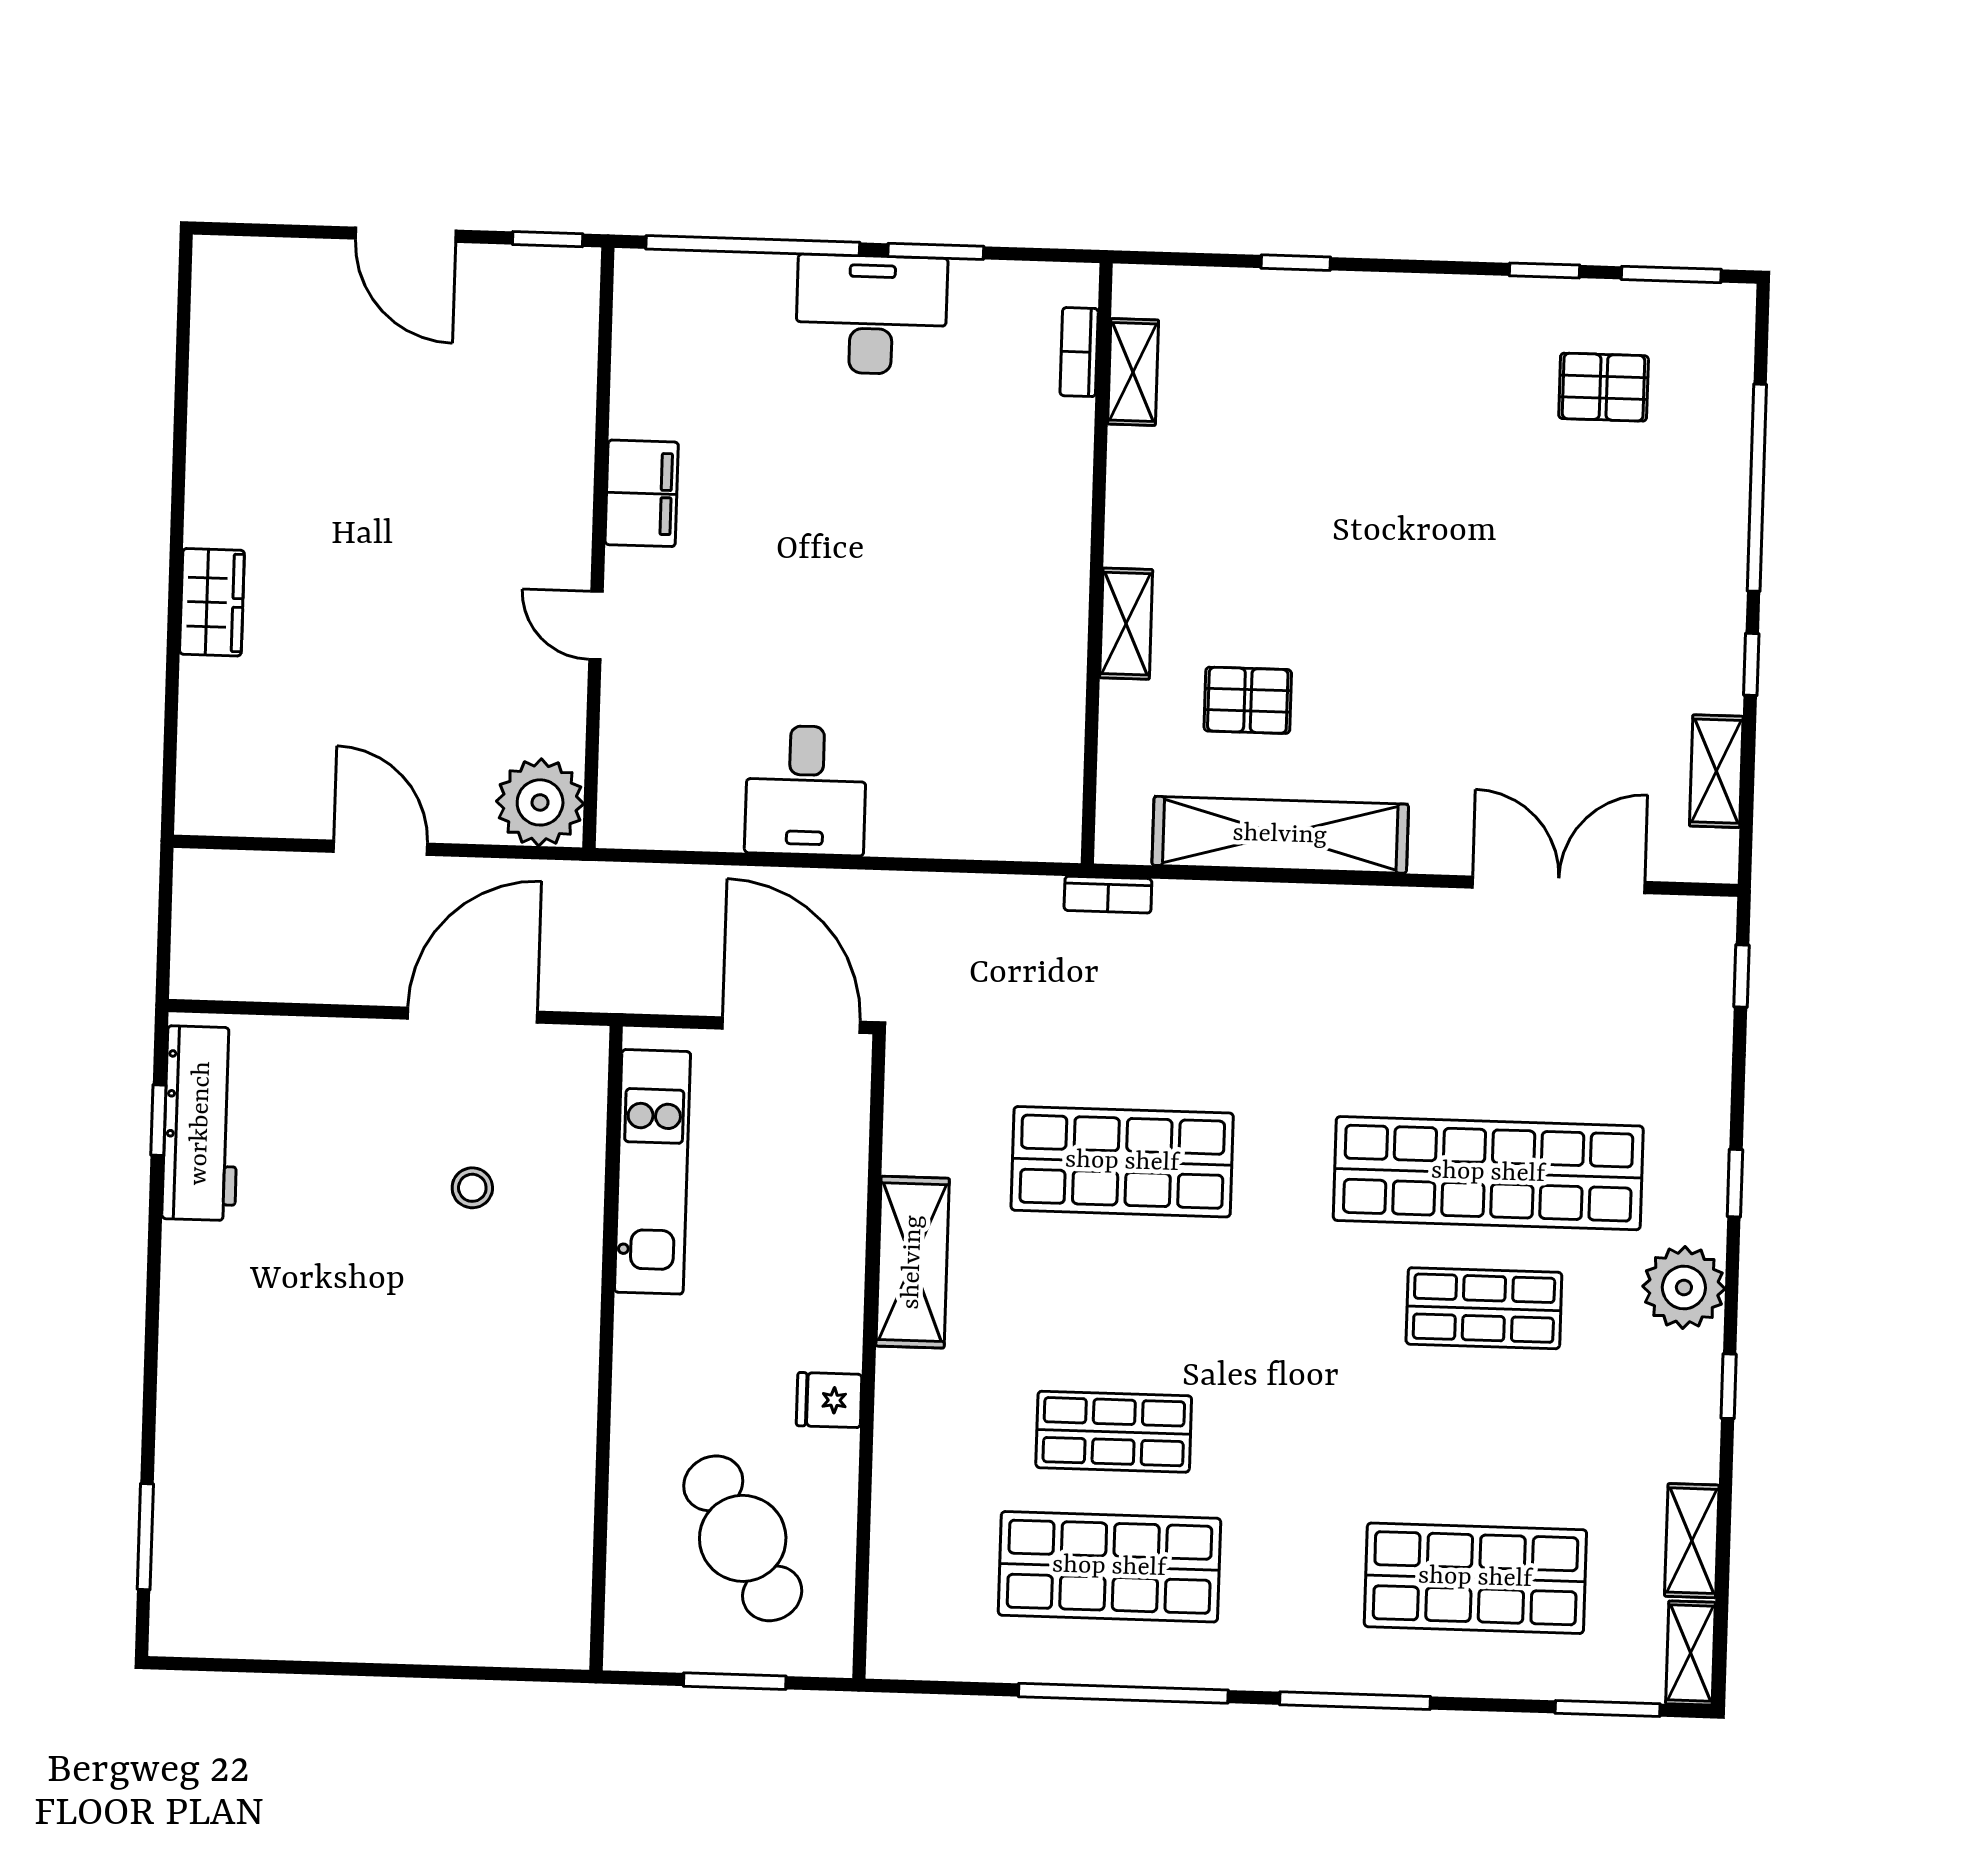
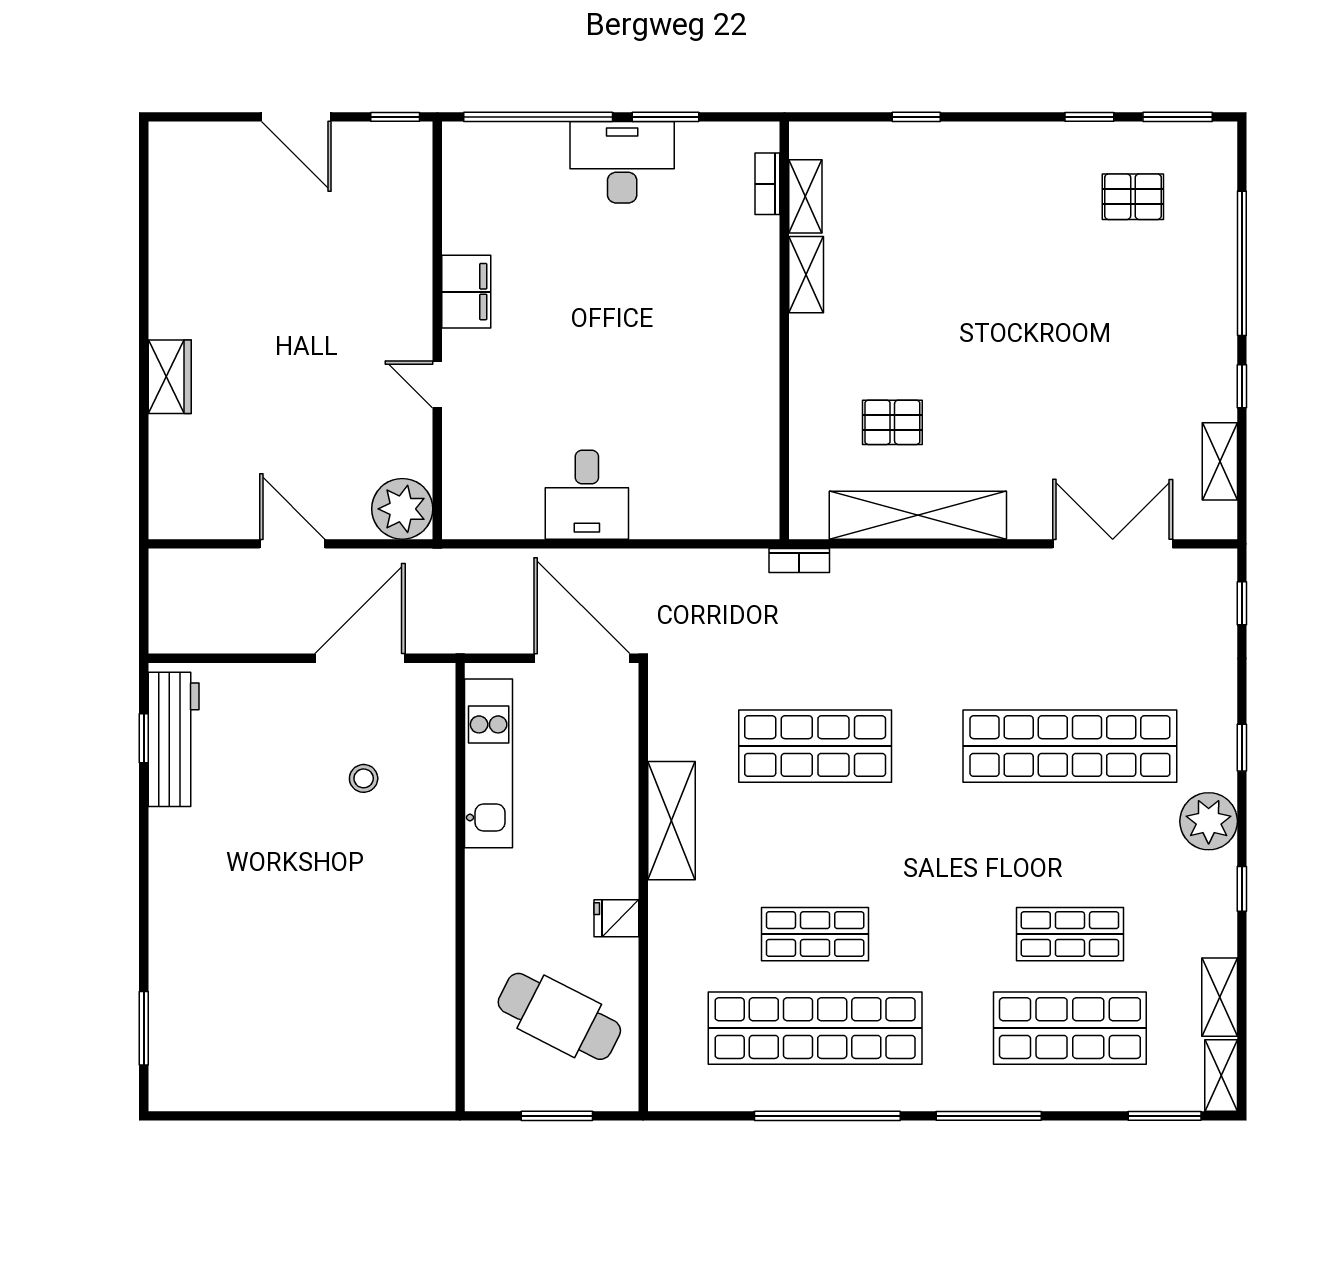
shelving: (1126, 624) -> (806, 275), moved
shop shelf: (1484, 1308) -> (1070, 934), moved
cafe table: (743, 1538) -> (559, 1016), turned -33
shop shelf: (1109, 1567) -> (815, 1028), width x1.40

